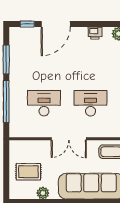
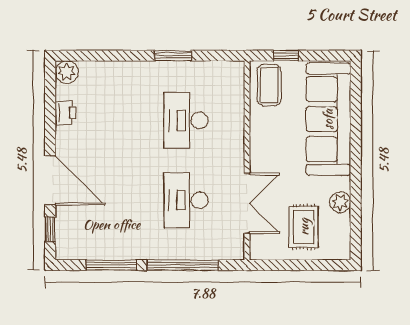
double door: (69, 139) -> (247, 203), moved

